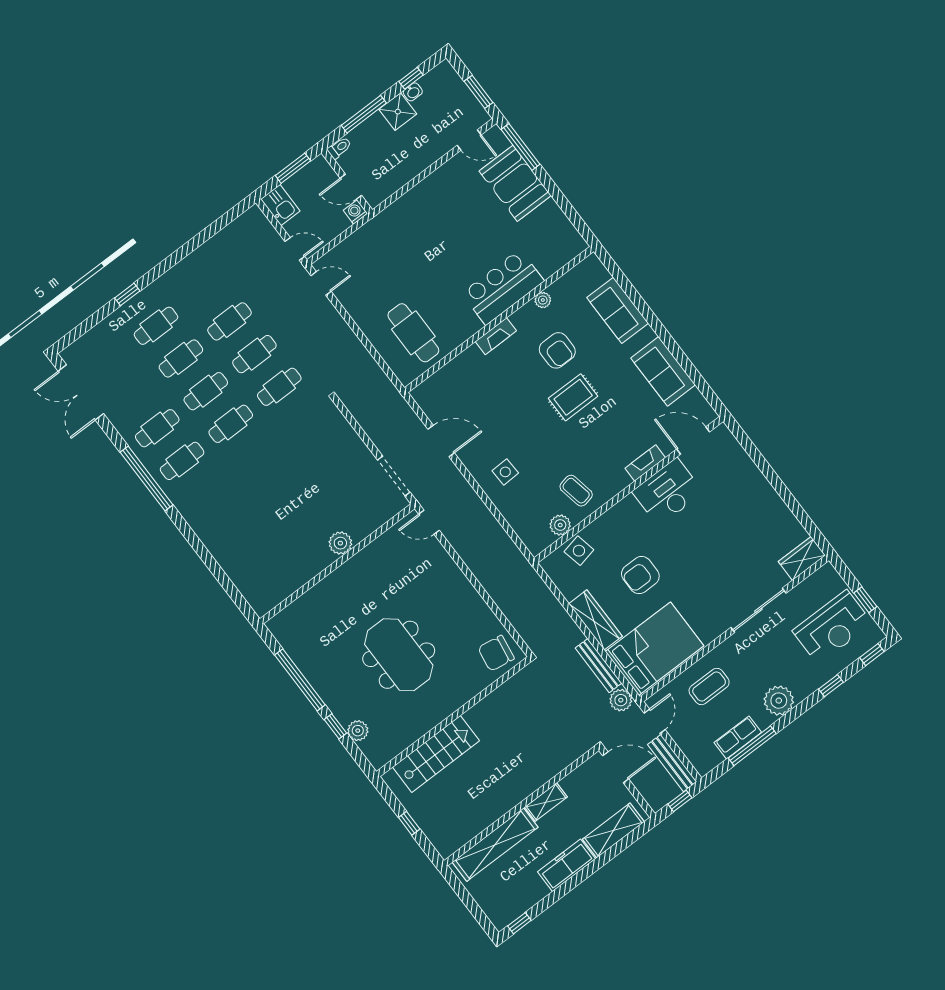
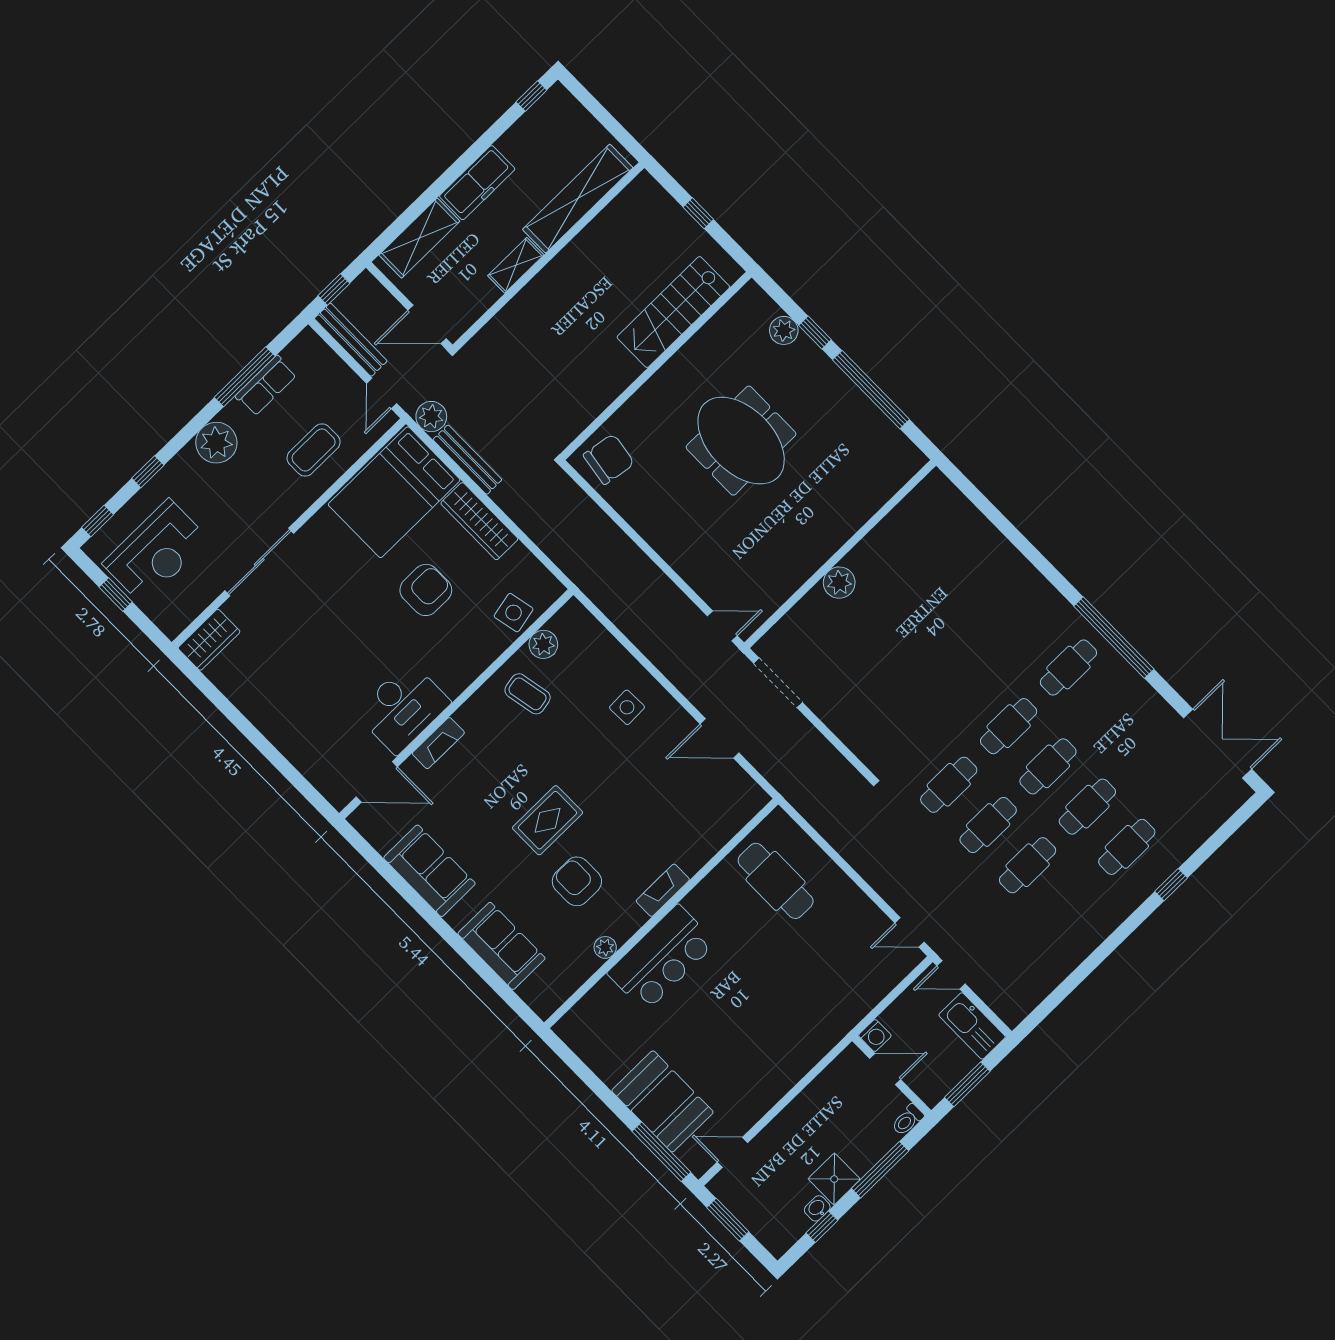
kitchen sink: (280, 205) -> (972, 1026), width x1.38
cafe table: (157, 428) -> (1108, 708), removed
reception desk: (832, 627) -> (156, 552), turned 180

